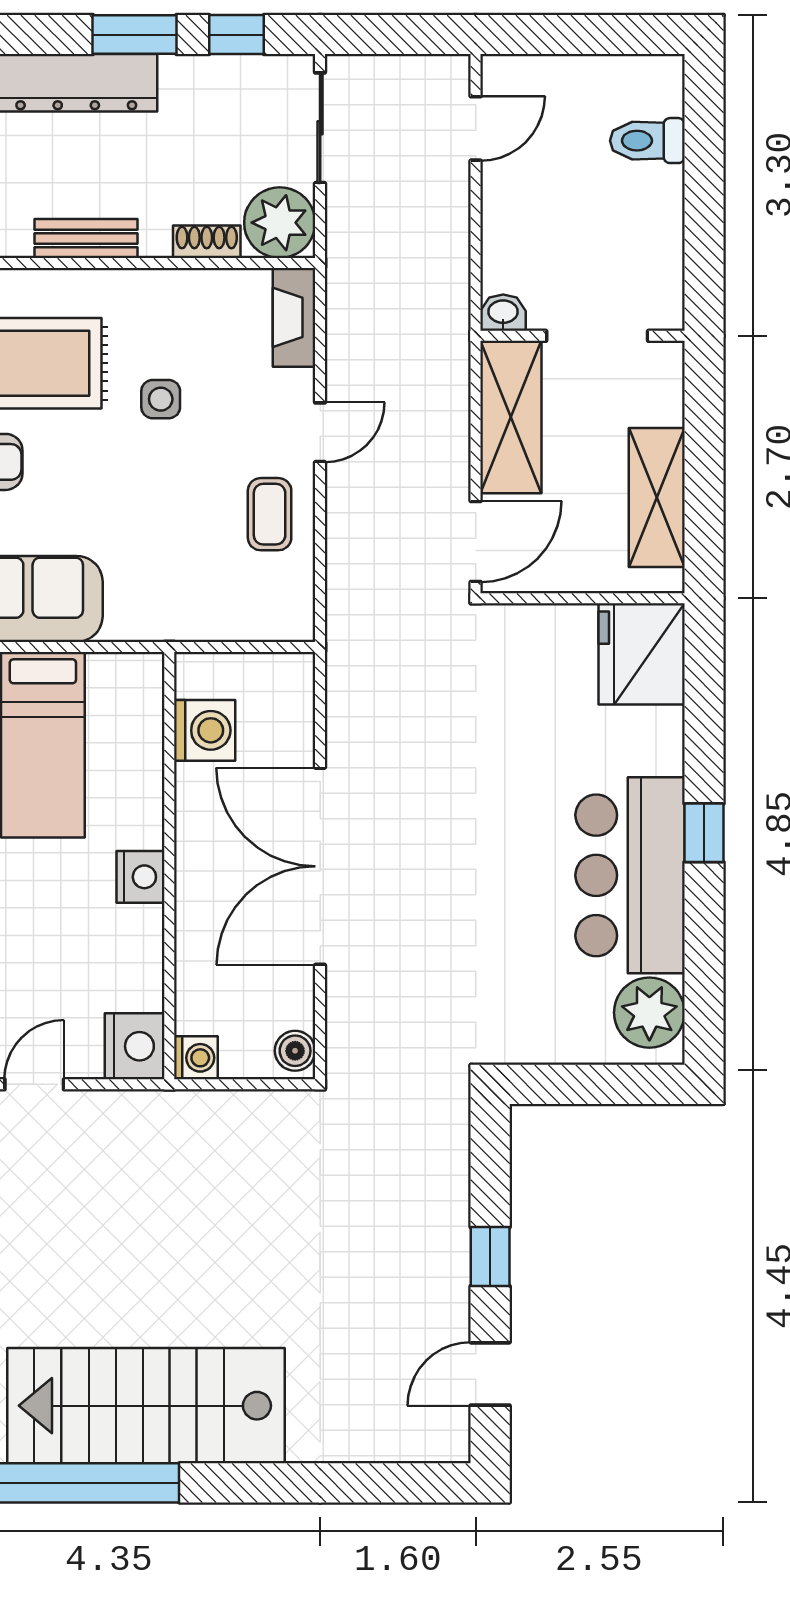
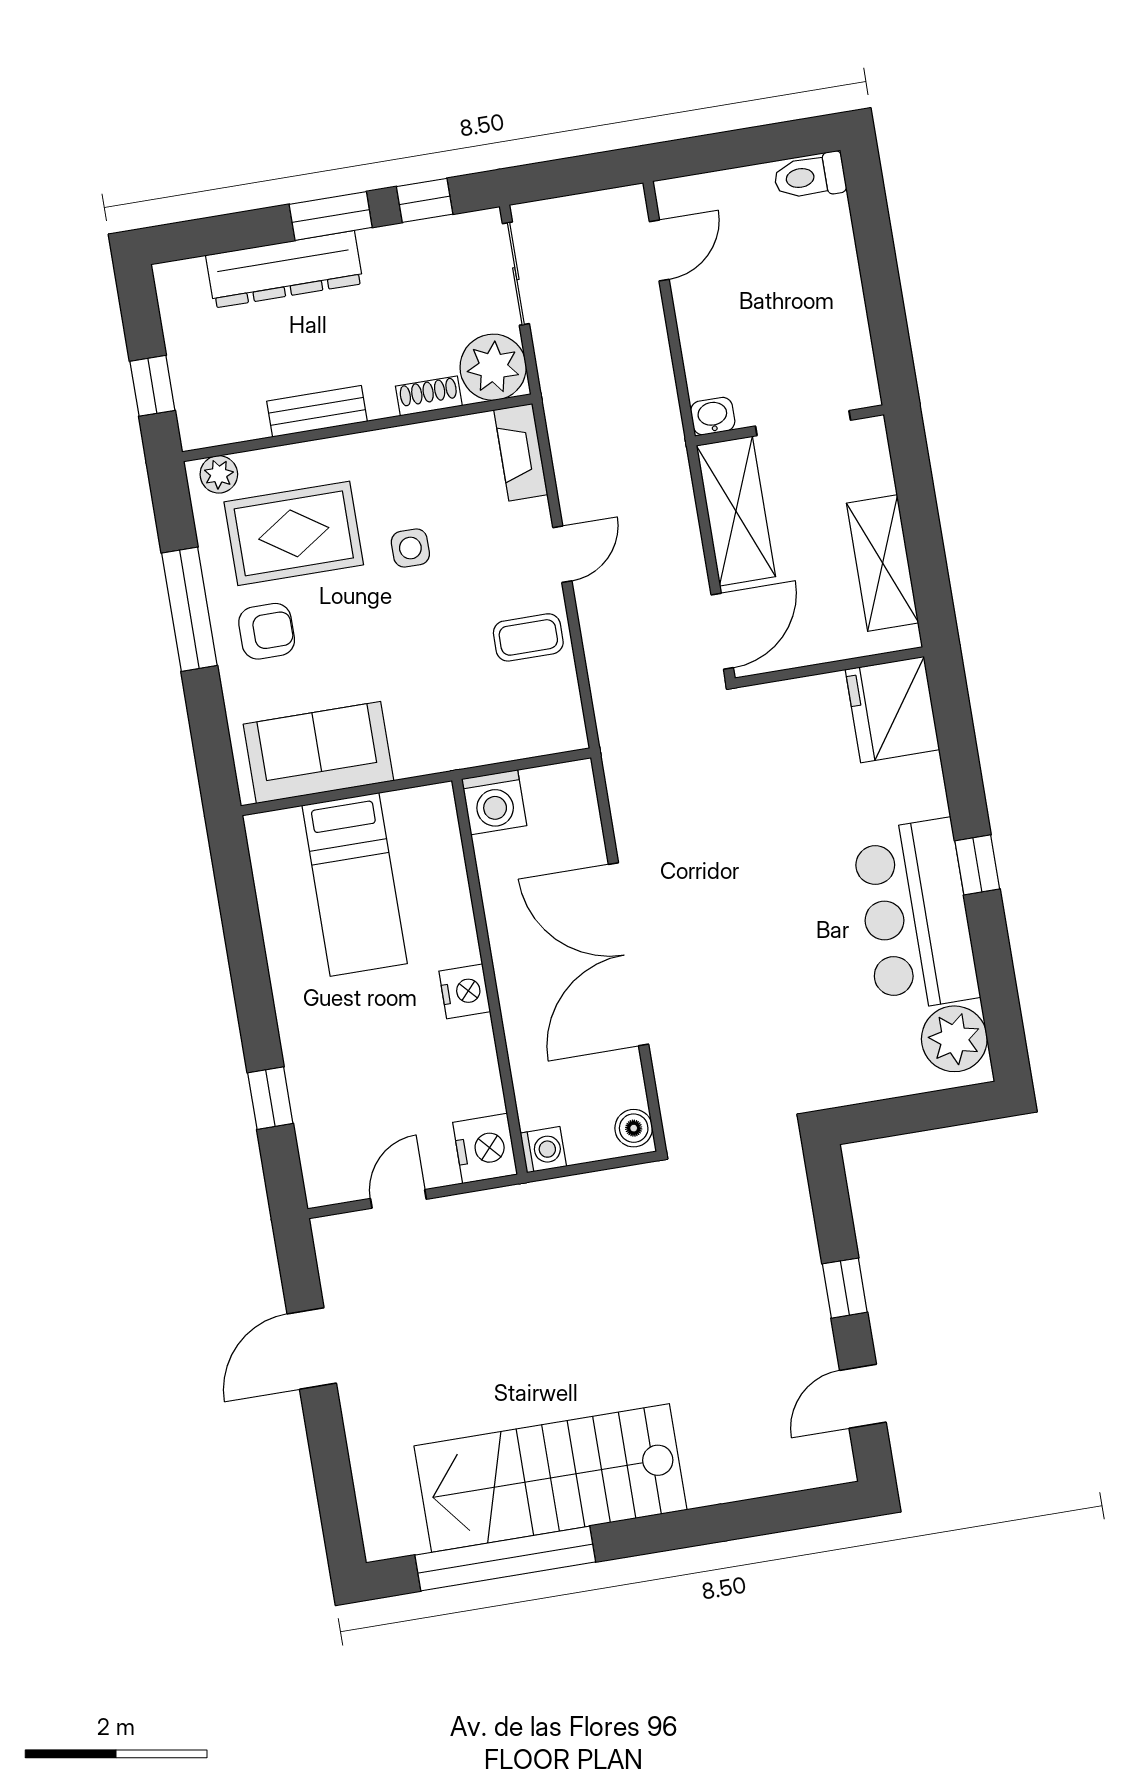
toilet: (647, 141) -> (810, 176), moved
coffee table: (270, 514) -> (528, 637), turned 90
washing machine: (205, 730) -> (494, 802), moved, turned 90

